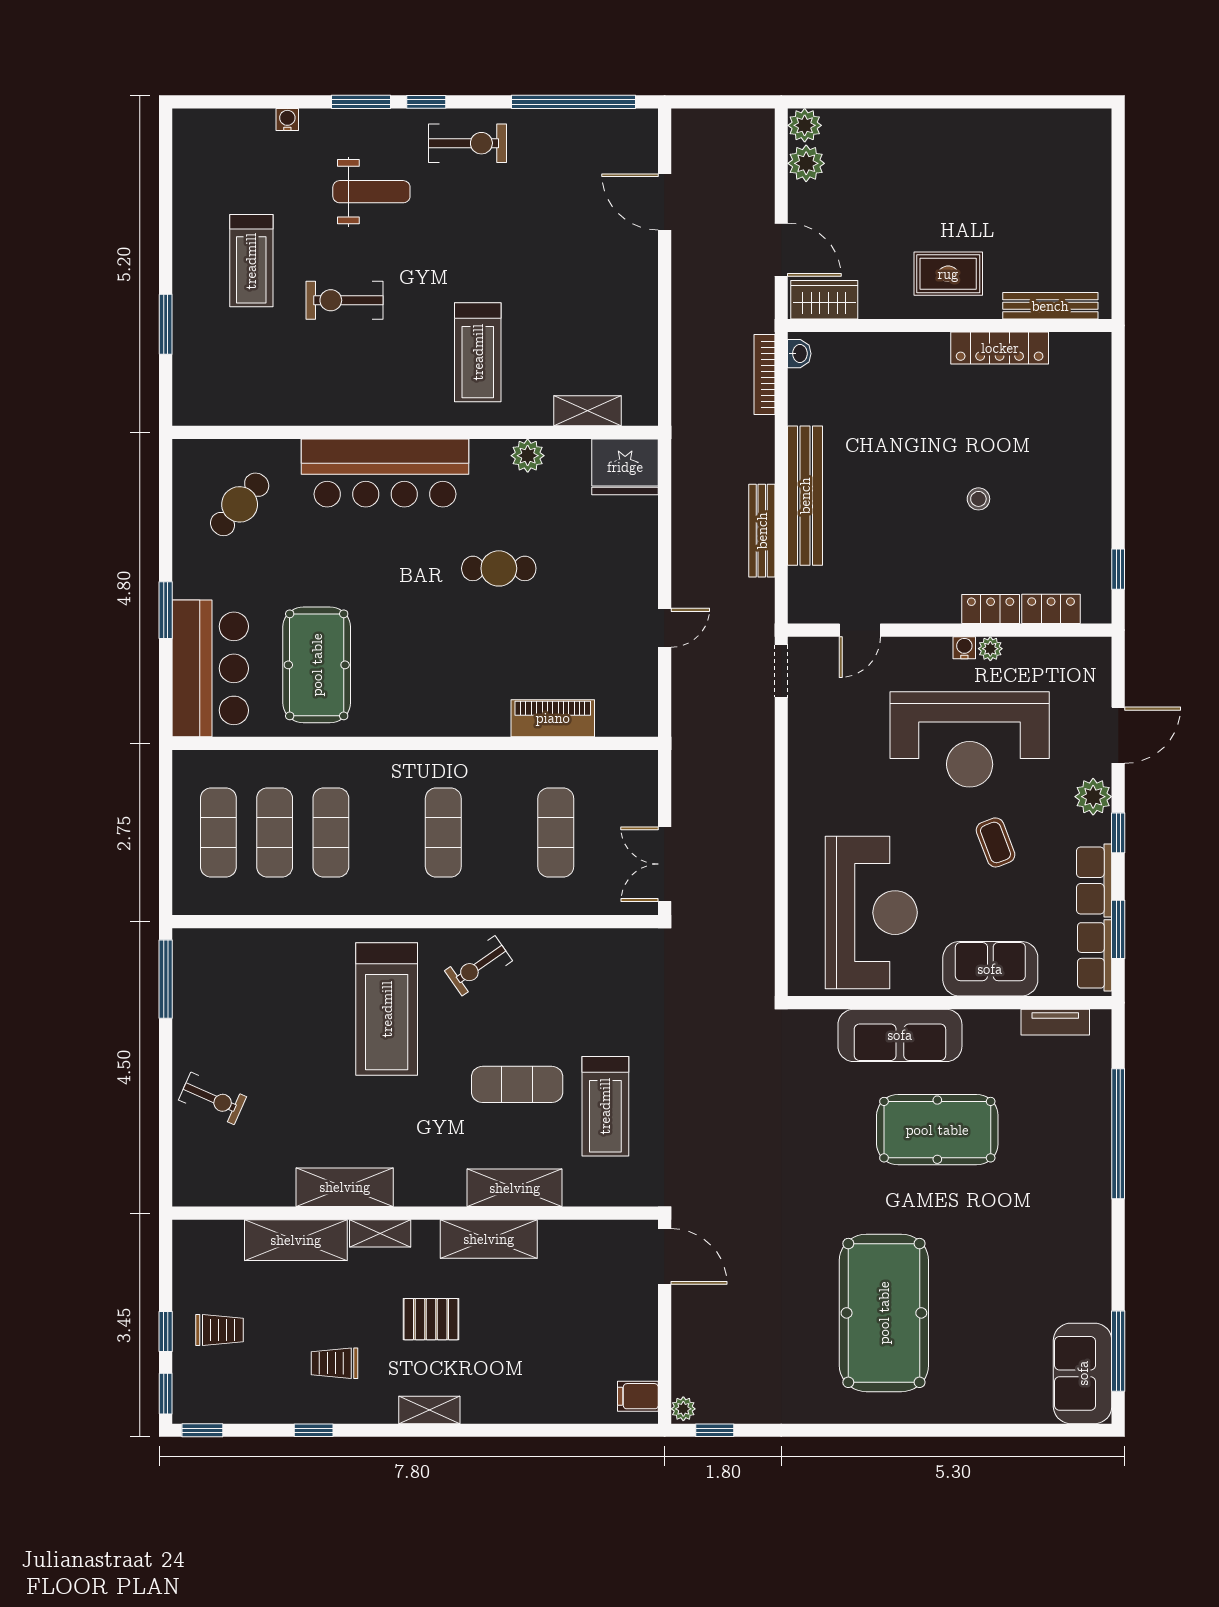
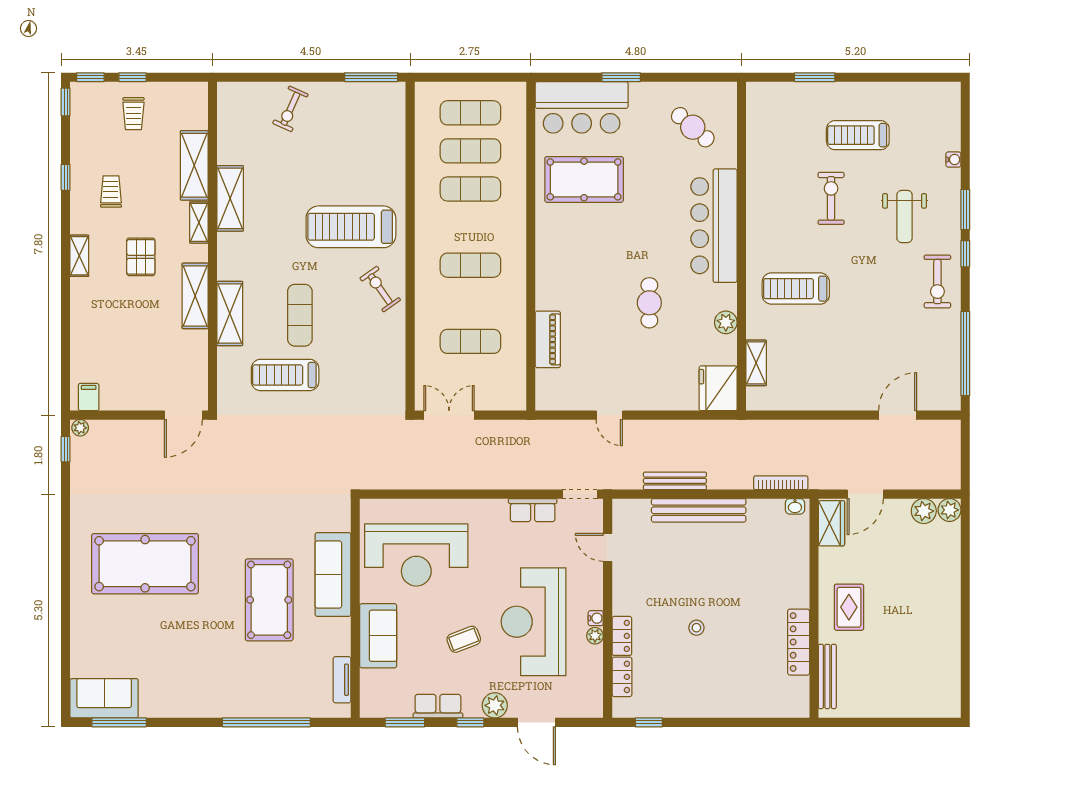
row of seats: (1095, 955) -> (533, 510), moved, turned 180

